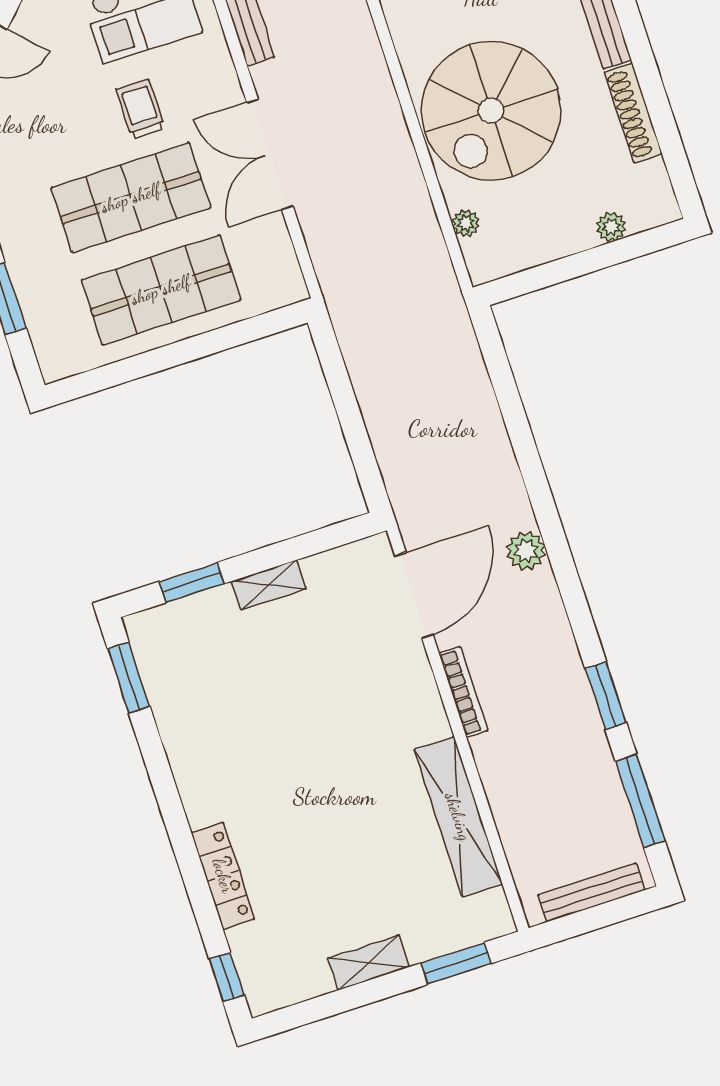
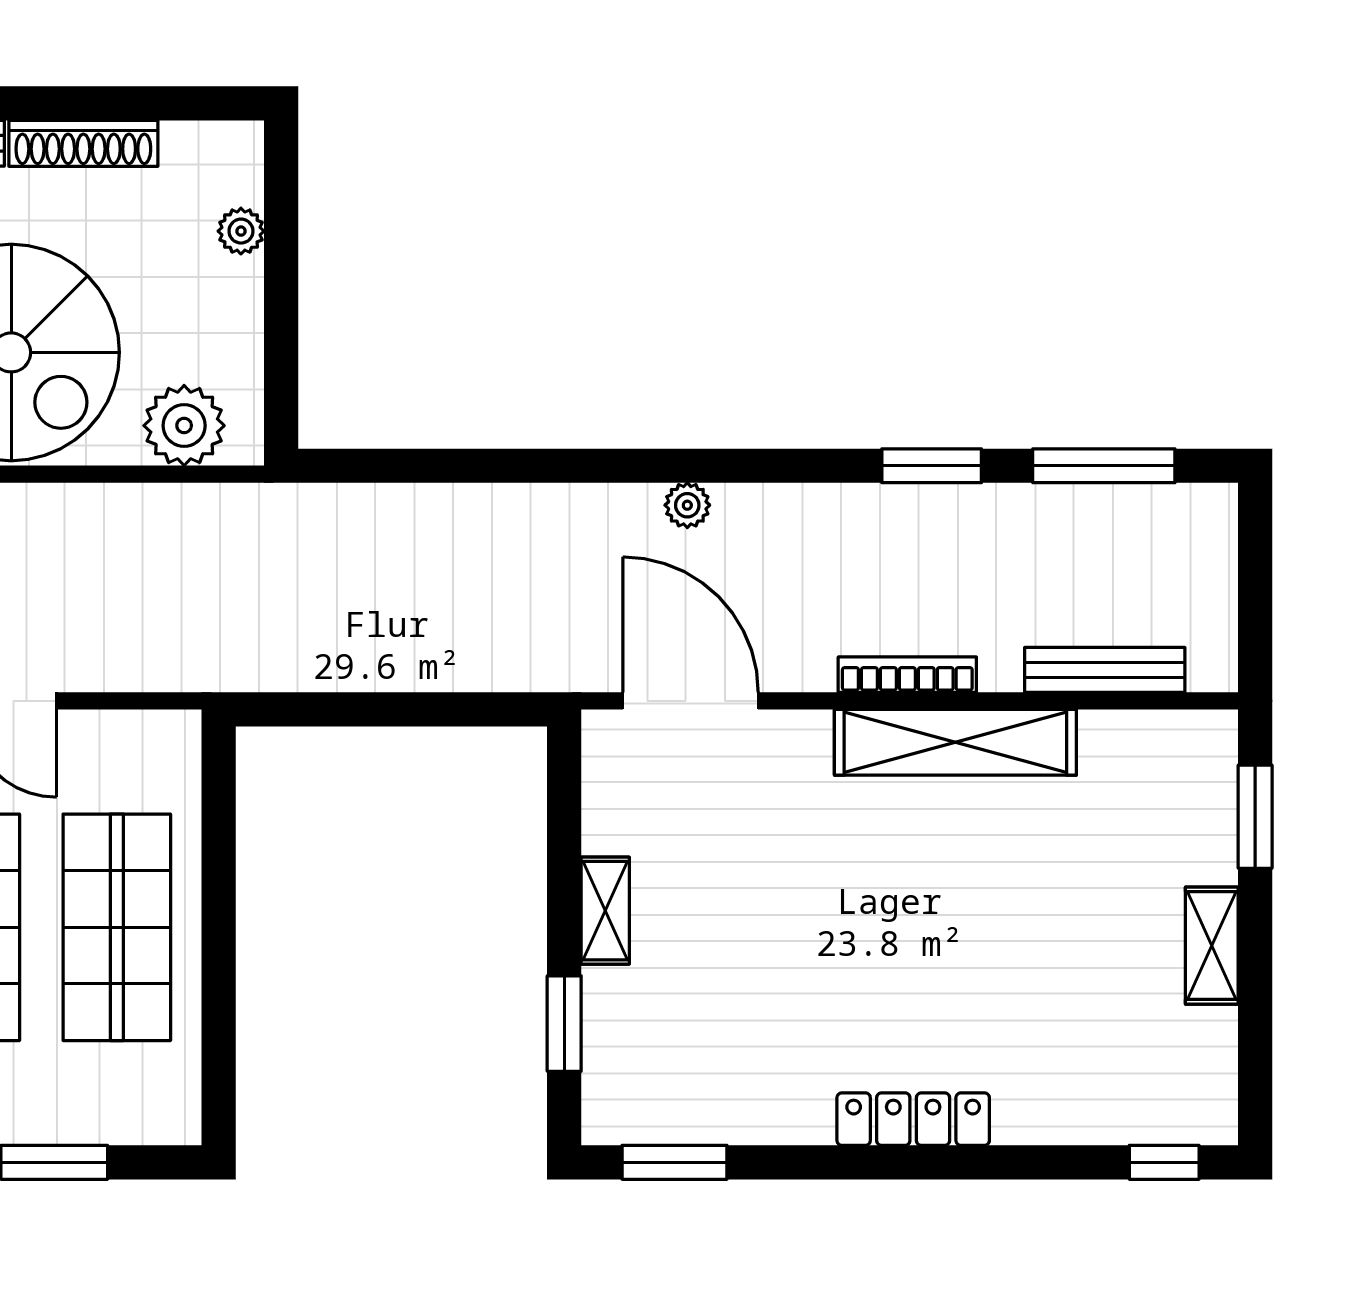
plant: (466, 223) -> (184, 426), width x1.88, depth x1.88
plant: (526, 551) -> (687, 505), width x0.73, depth x0.73
bookcase: (463, 692) -> (907, 675), moved
shelving: (458, 817) -> (955, 742), moved
locker: (223, 876) -> (913, 1119), moved
bench: (591, 892) -> (1105, 670), moved, turned 90

